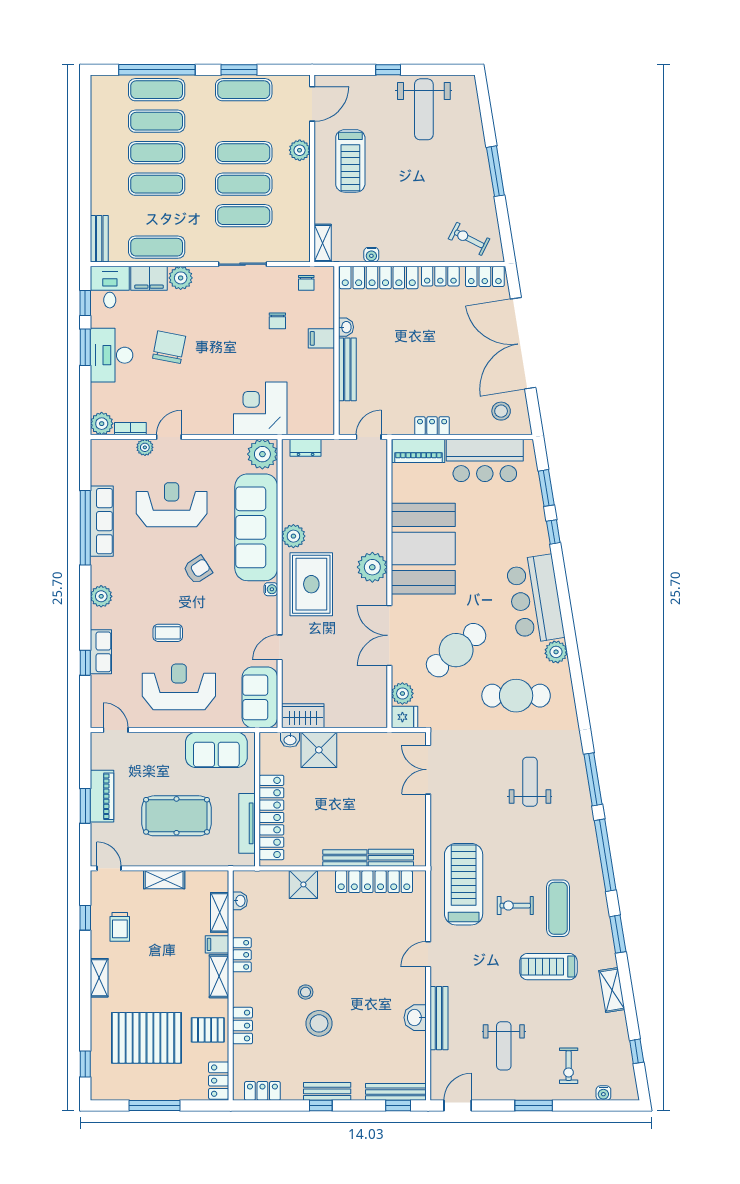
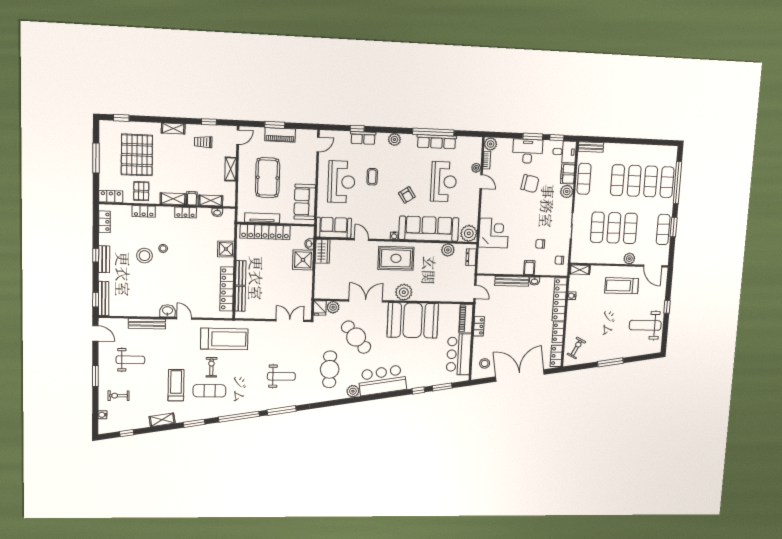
plant: (293, 536) -> (448, 250), moved
washbasin: (415, 1018) -> (167, 311), moved
weight bench: (504, 1046) -> (130, 360), turned 180

